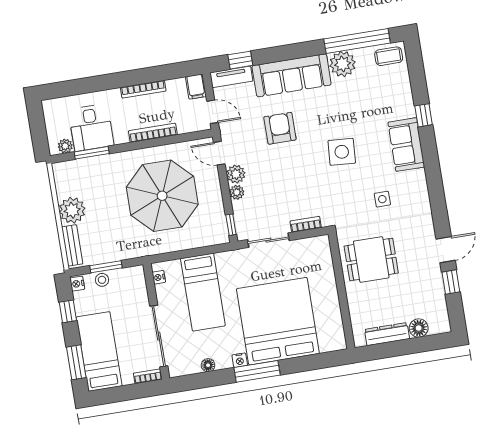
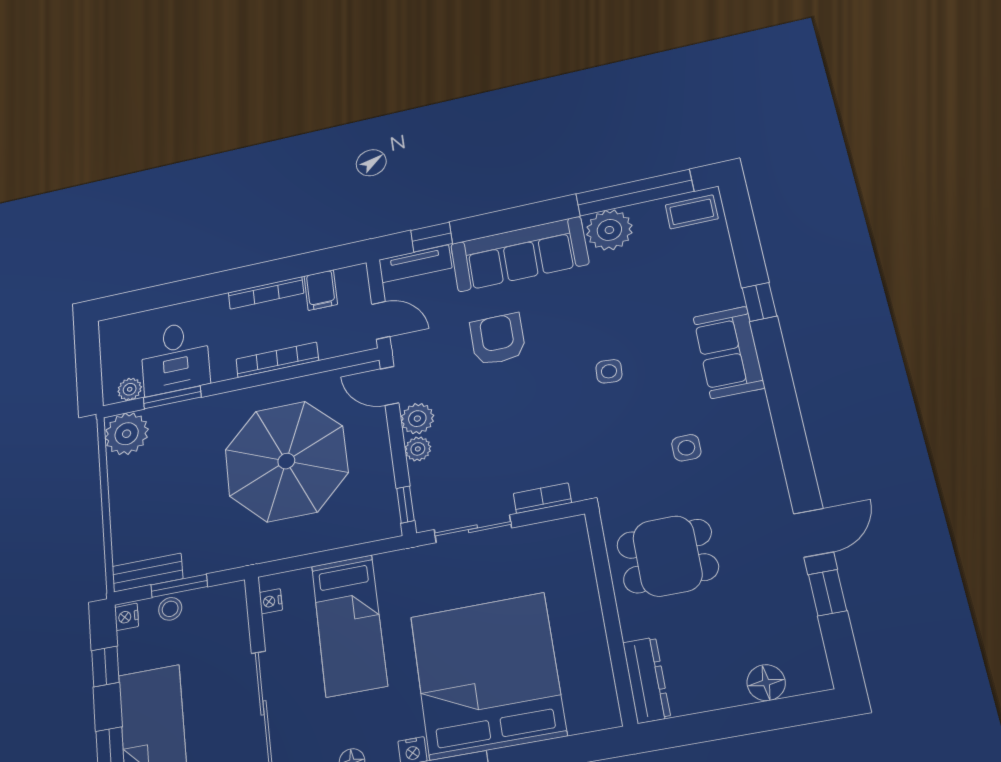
filing cabinet: (196, 87) -> (321, 290), moved
side table: (342, 152) -> (609, 371), width x0.54, depth x0.54
plant: (72, 210) -> (127, 434), moved
bench: (72, 245) -> (147, 573), moved, turned 90
dresser: (387, 334) -> (647, 680), moved, turned 90

